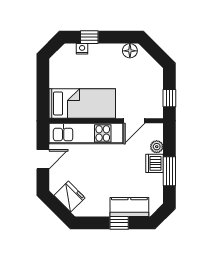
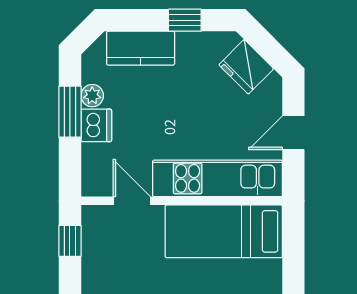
door: (134, 121) -> (132, 201), hinge flipped
plant: (157, 147) -> (92, 96), moved
window: (119, 223) -> (185, 20), moved

